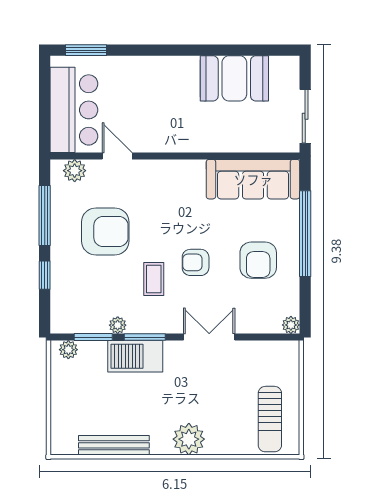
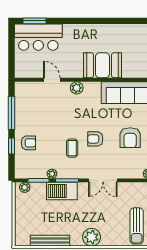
booth: (234, 78) -> (102, 65), moved
bar counter: (74, 110) -> (38, 37), moved, turned 90
plant: (75, 171) -> (77, 88), moved
armchair: (105, 231) -> (28, 143), moved, width x0.53, depth x0.53
double door: (209, 337) -> (103, 180), swing flipped

